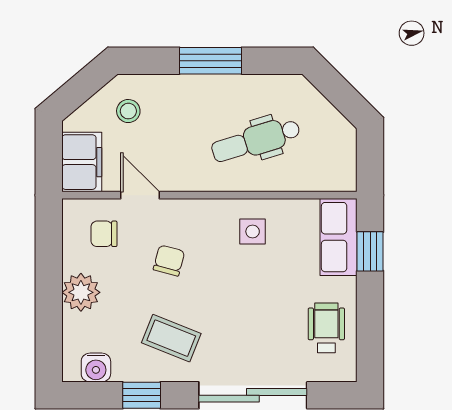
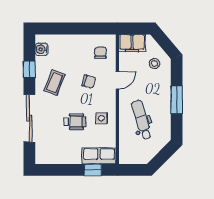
door: (140, 195) -> (117, 80), moved
plant: (81, 292) -> (75, 43), removed
wheelchair: (326, 328) -> (75, 122), moved

